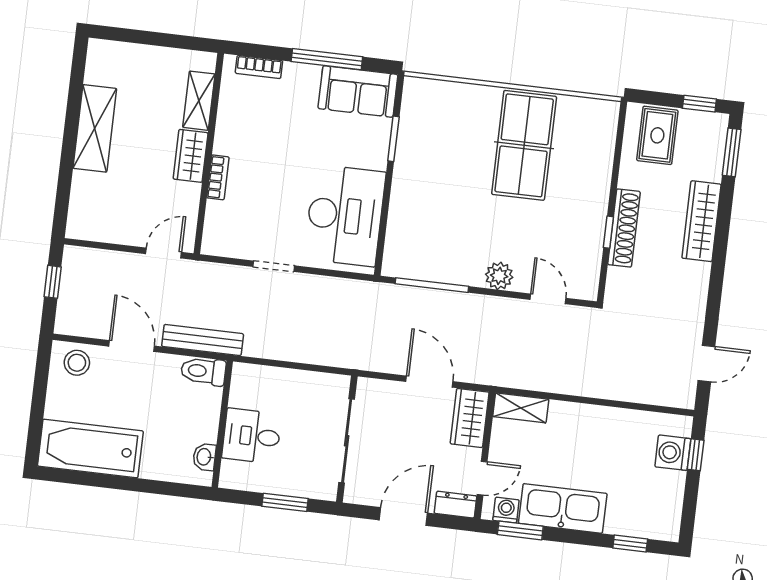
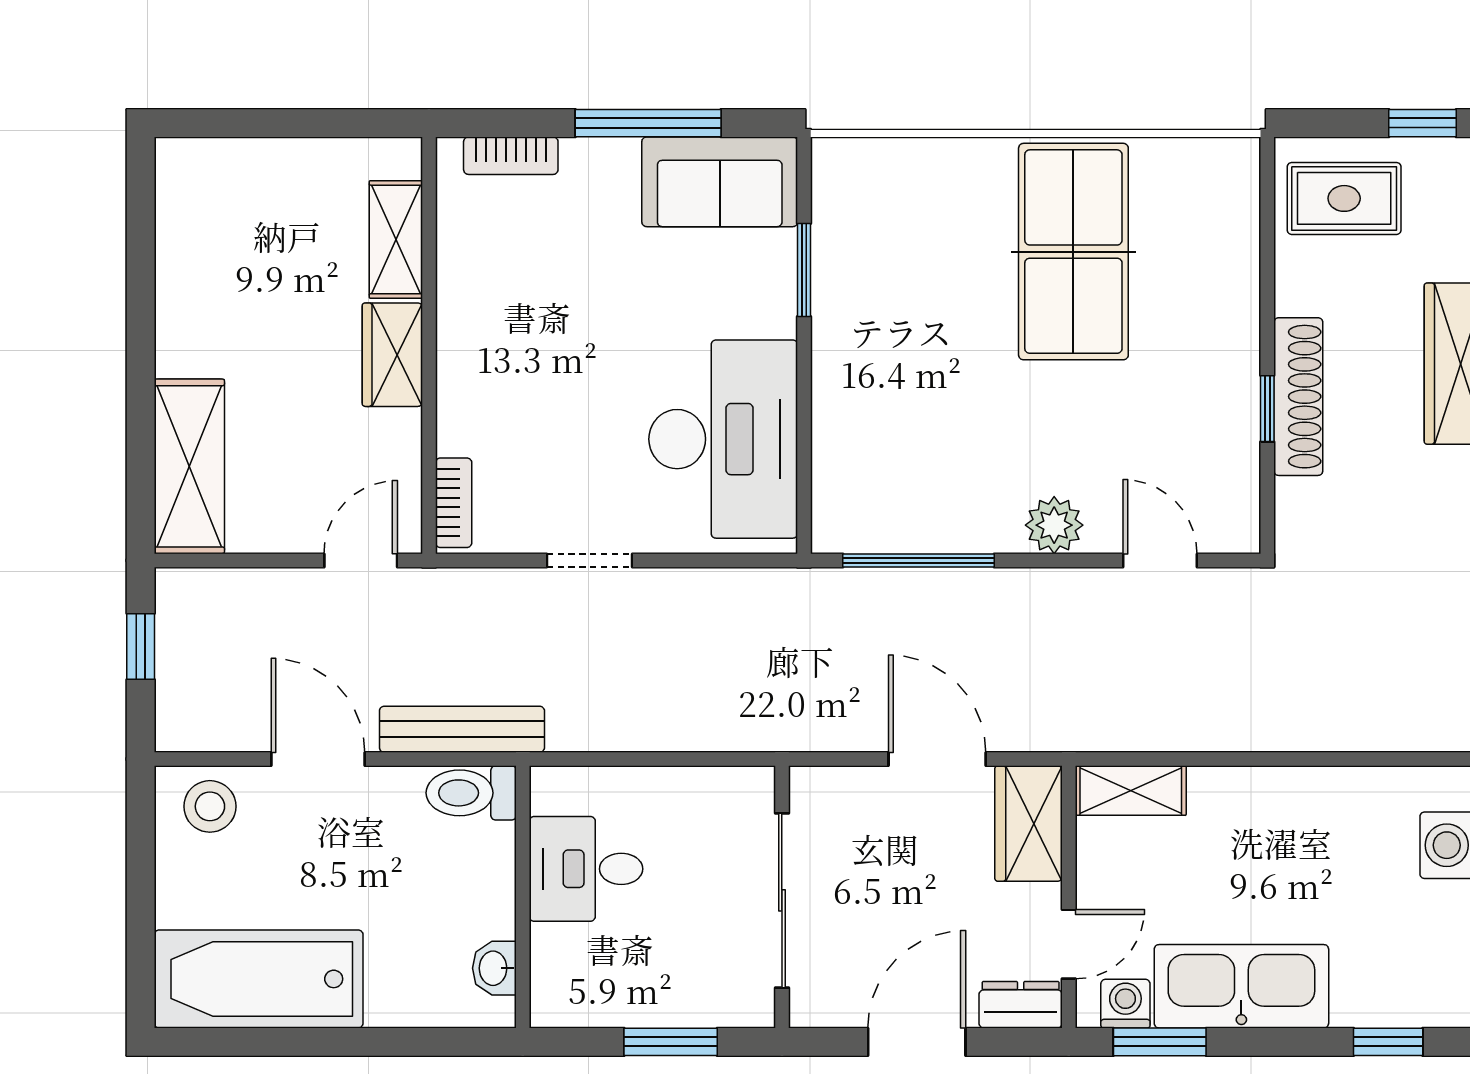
shelving: (95, 128) -> (189, 466), moved
rug: (657, 135) -> (1344, 198), turned 90
bookcase: (218, 177) -> (454, 503), moved
desk: (252, 436) -> (586, 869), moved

